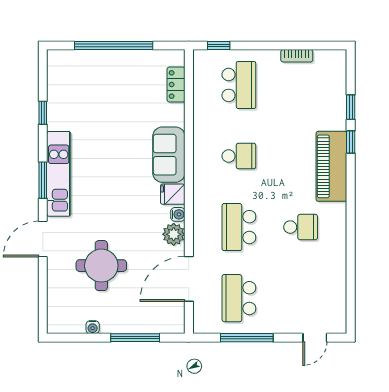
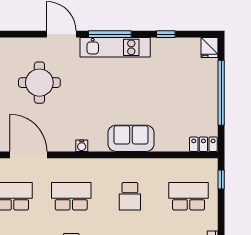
locker: (176, 85) -> (203, 144), moved
school desk: (239, 85) -> (189, 196), turned 180
window: (43, 180) -> (110, 34), width x1.44
fridge: (173, 194) -> (209, 48), moved, turned 180
plant: (174, 234) -> (65, 142), removed

